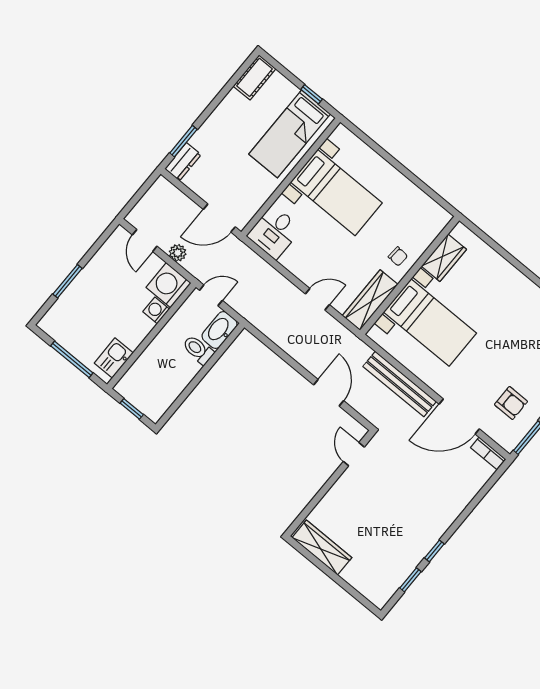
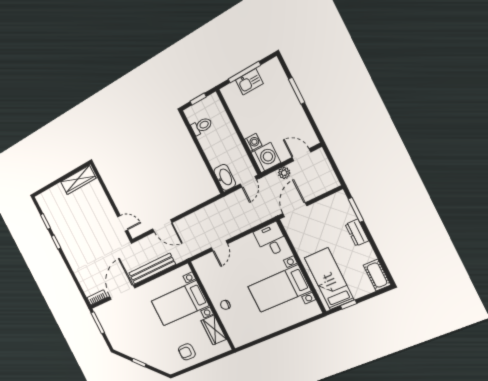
dresser: (183, 162) -> (357, 233), moved
wardrobe: (370, 300) -> (206, 276), removed
toilet: (198, 350) -> (202, 126), moved
kitchen sink: (114, 358) -> (249, 82), moved, turned 90
armchair: (511, 403) -> (187, 352), moved

